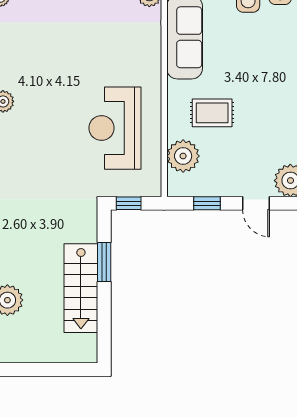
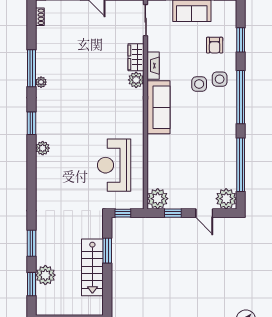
rug: (212, 113) -> (176, 156), removed
plant: (183, 156) -> (158, 199), moved

